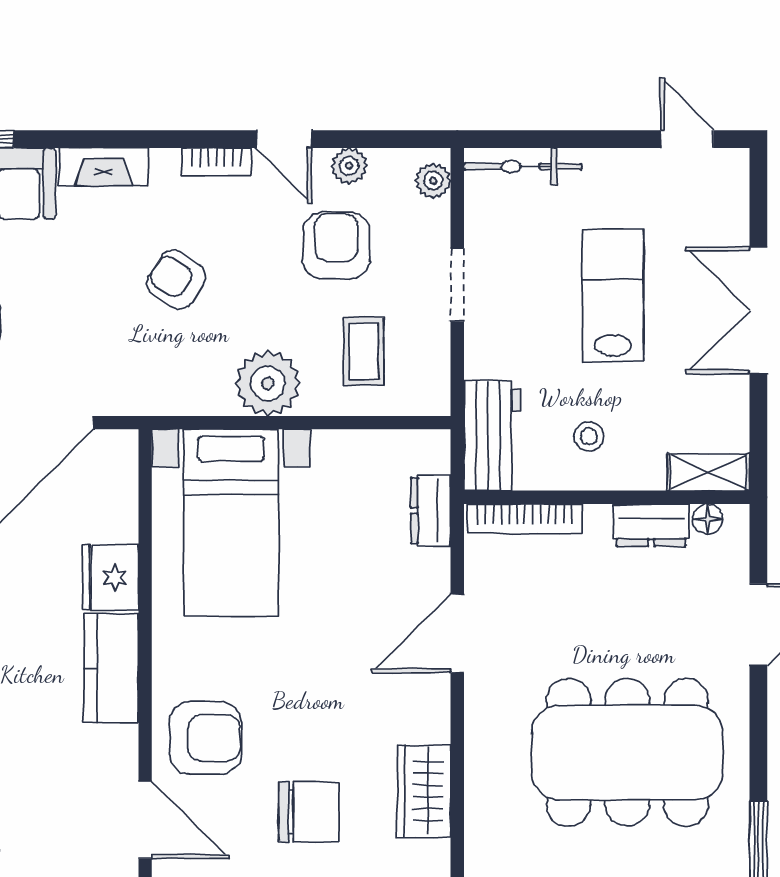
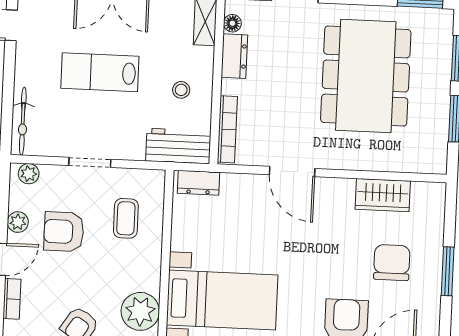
coffee table: (364, 351) -> (126, 218), turned 90
plant: (268, 383) -> (140, 311), moved
dresser: (431, 511) -> (198, 183), moved

